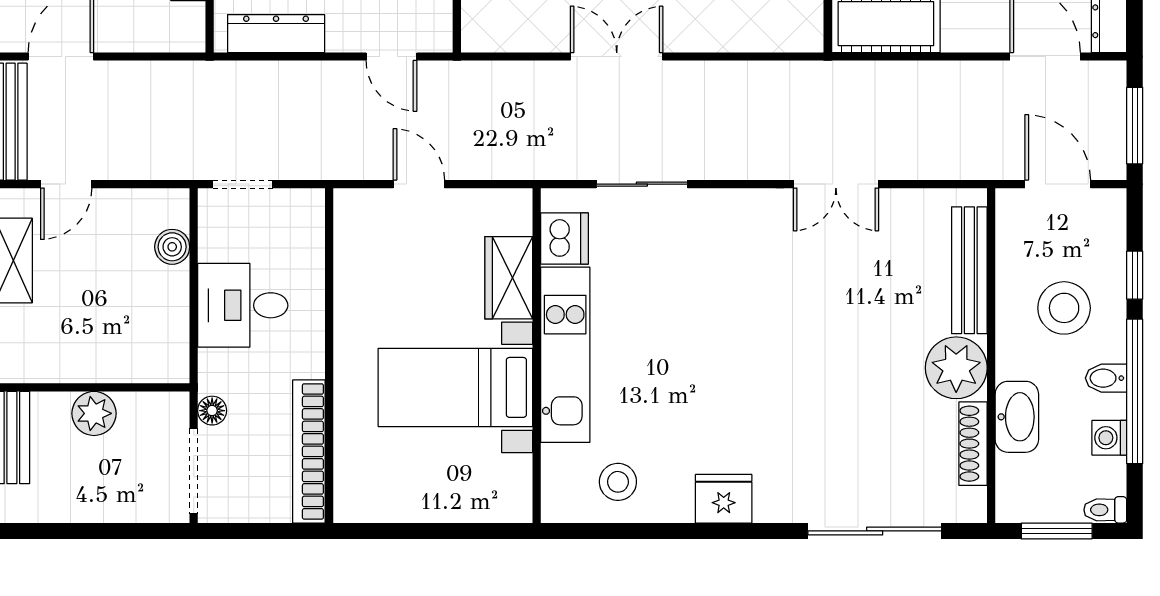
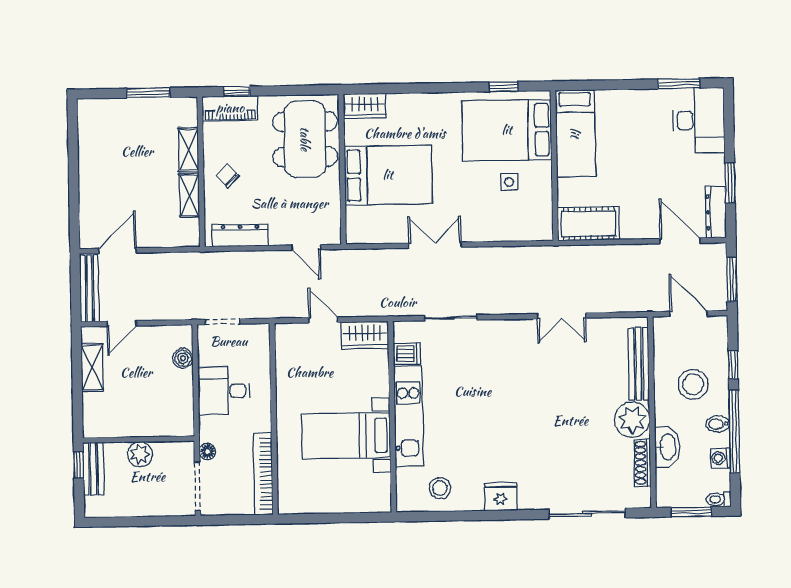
dishwasher: (564, 238) -> (407, 354), width x0.73
wardrobe: (509, 278) -> (365, 335), moved, turned -90

